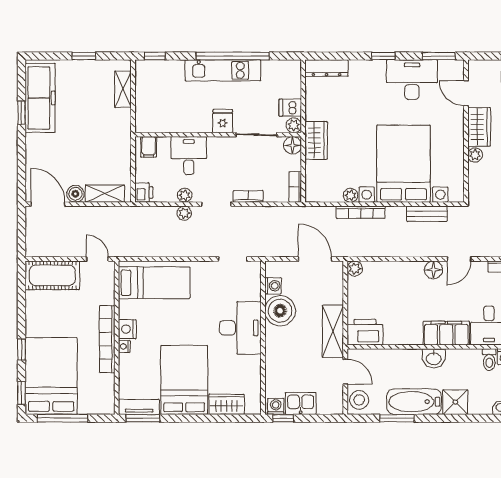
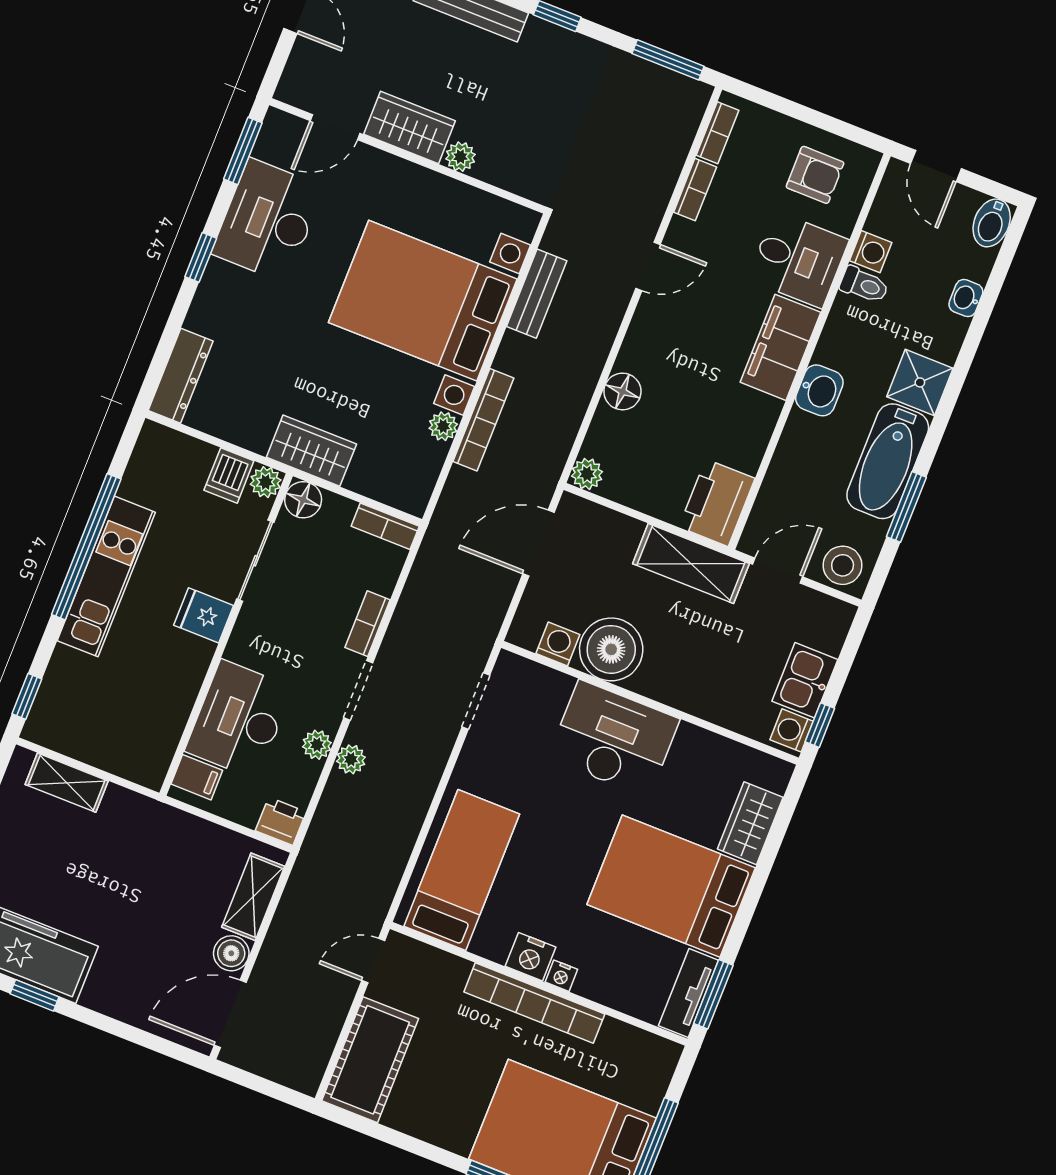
desk: (189, 156) -> (239, 719), width x1.37
door: (459, 259) -> (648, 266), hinge flipped
floor lamp: (433, 270) -> (622, 391), moved

